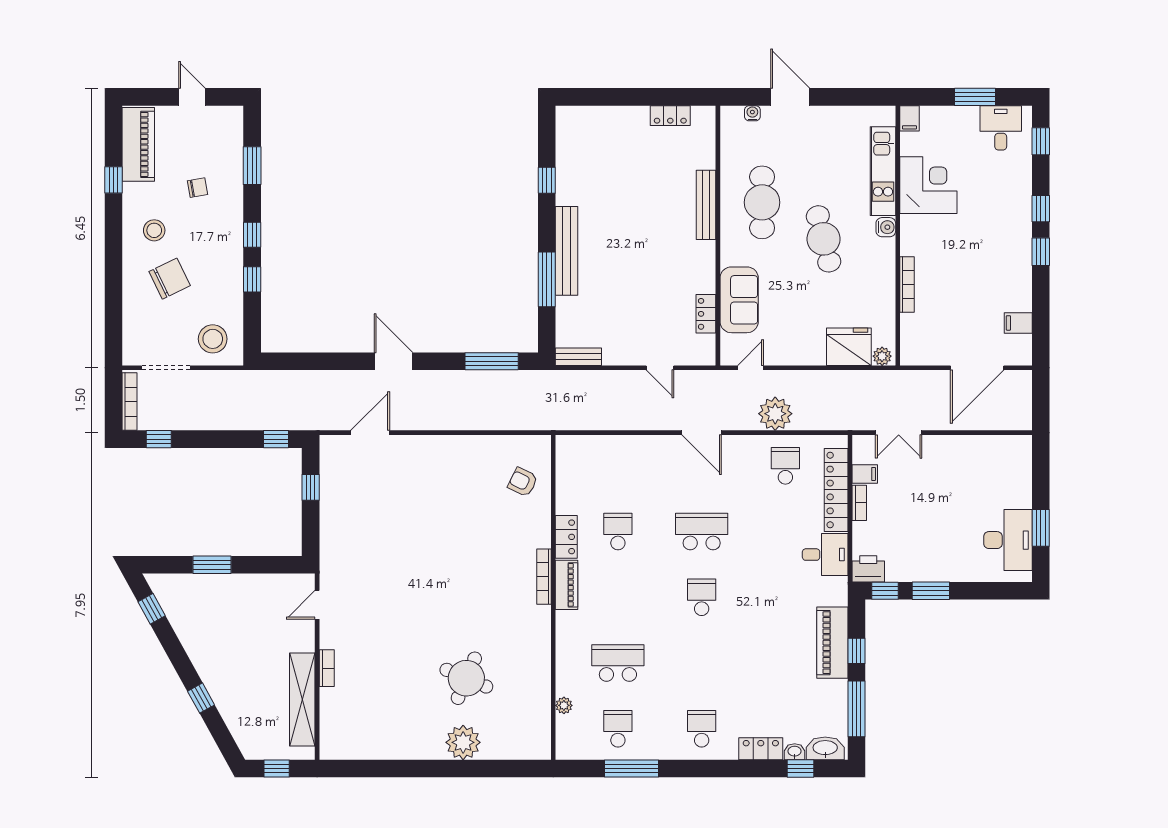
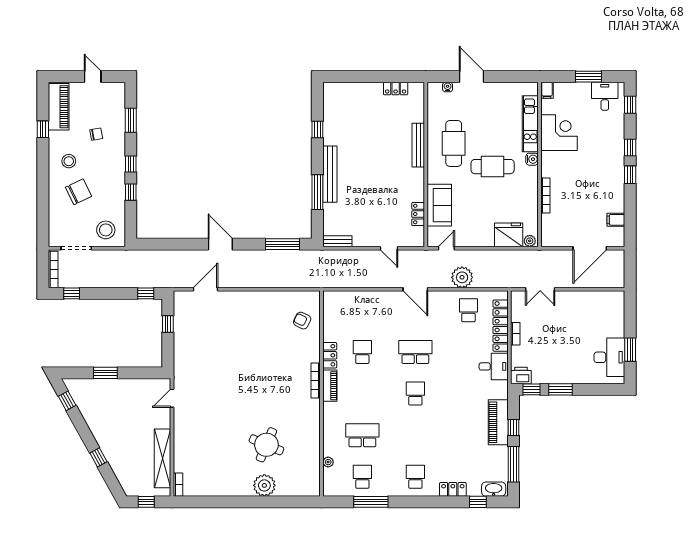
cafe table: (824, 239) -> (493, 167), turned -76
filing cabinet: (865, 474) -> (519, 315), removed
bookcase: (327, 668) -> (178, 485), moved
washbasin: (795, 752) -> (474, 491), removed

